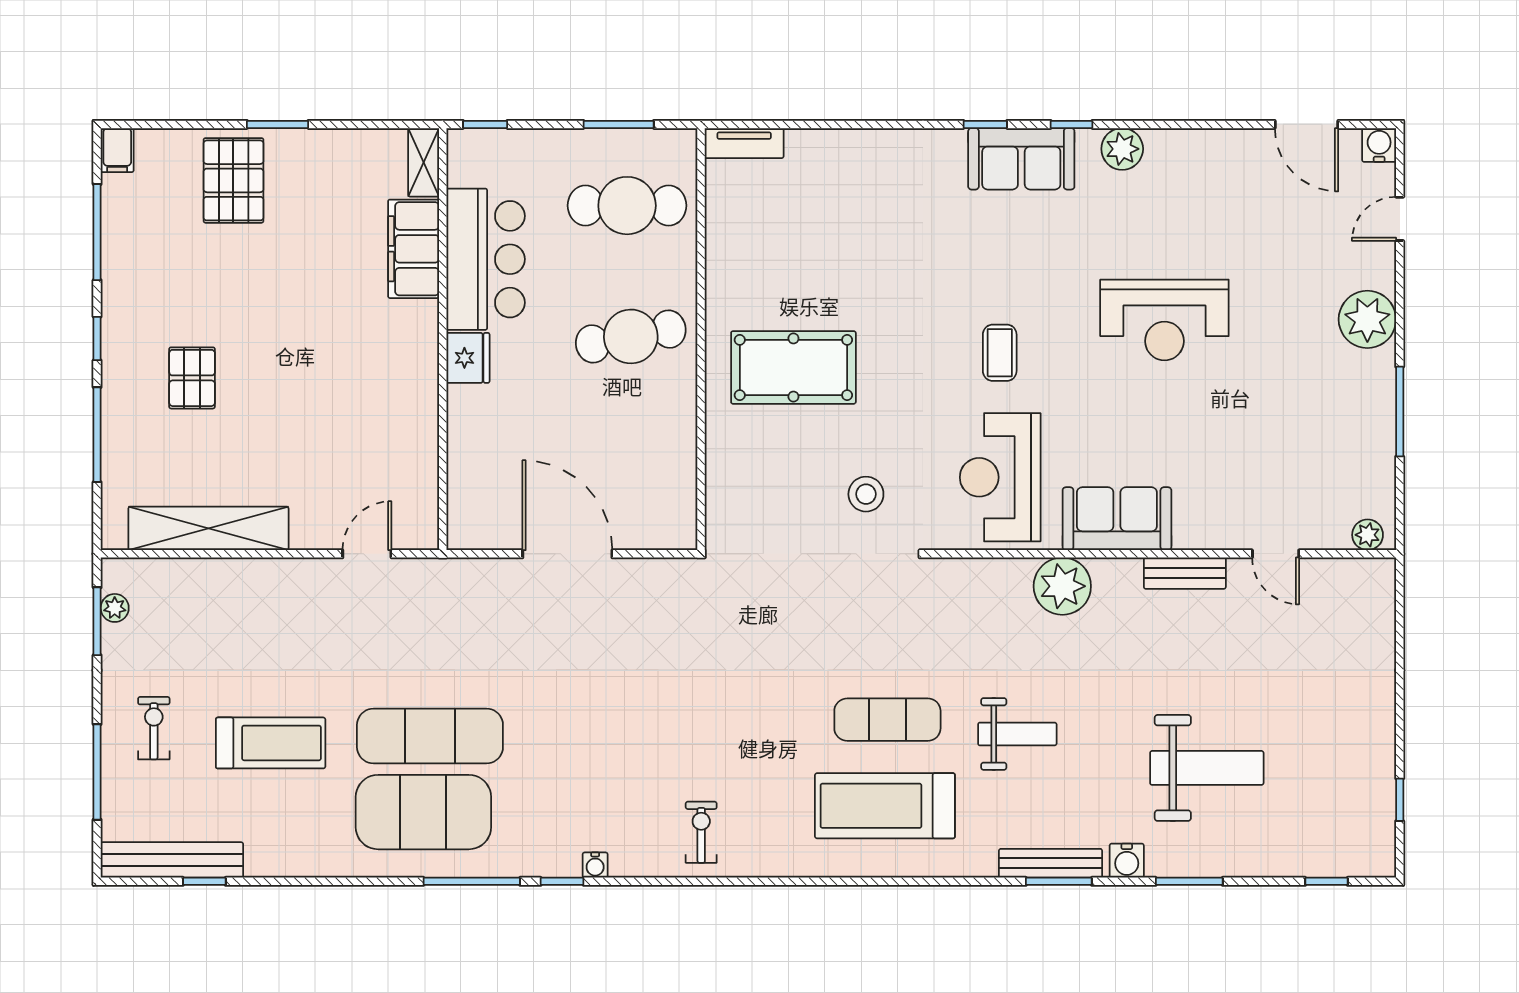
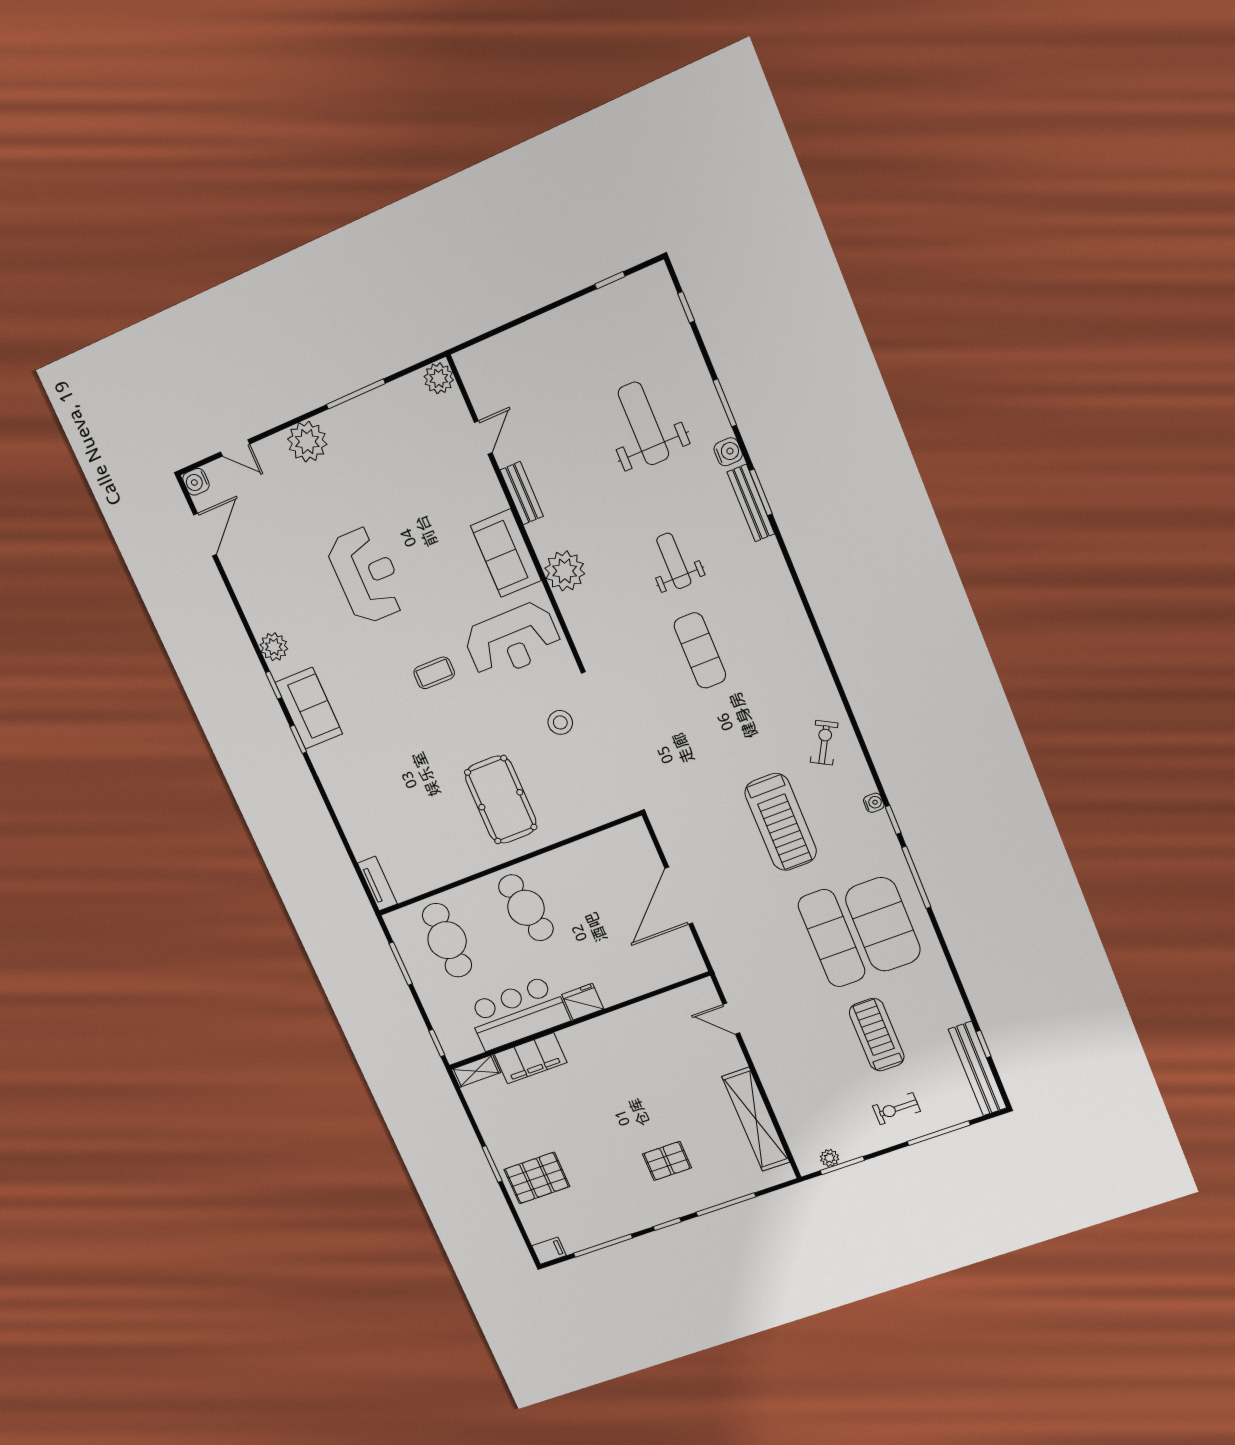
plant: (1368, 535) -> (439, 378), width x1.38, depth x1.38
treadmill: (885, 806) -> (781, 822), moved
exercise bike: (701, 832) -> (824, 743), turned 119

